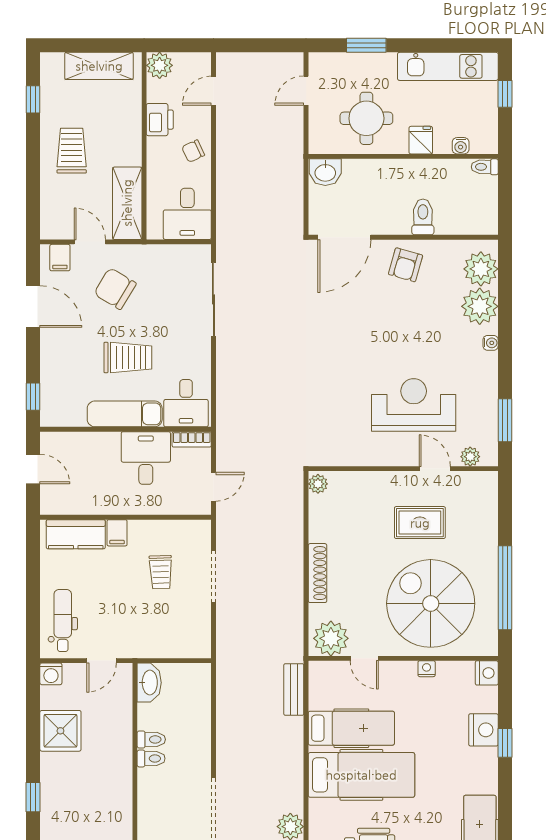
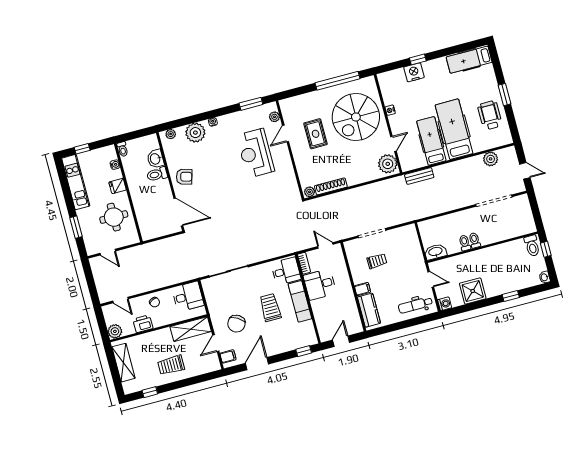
washbasin: (325, 172) -> (155, 159), moved, turned 180
plant: (481, 269) -> (171, 134), width x0.53, depth x0.53
shoe rack: (317, 573) -> (331, 186), moved
nightstand: (487, 673) -> (384, 78), removed

